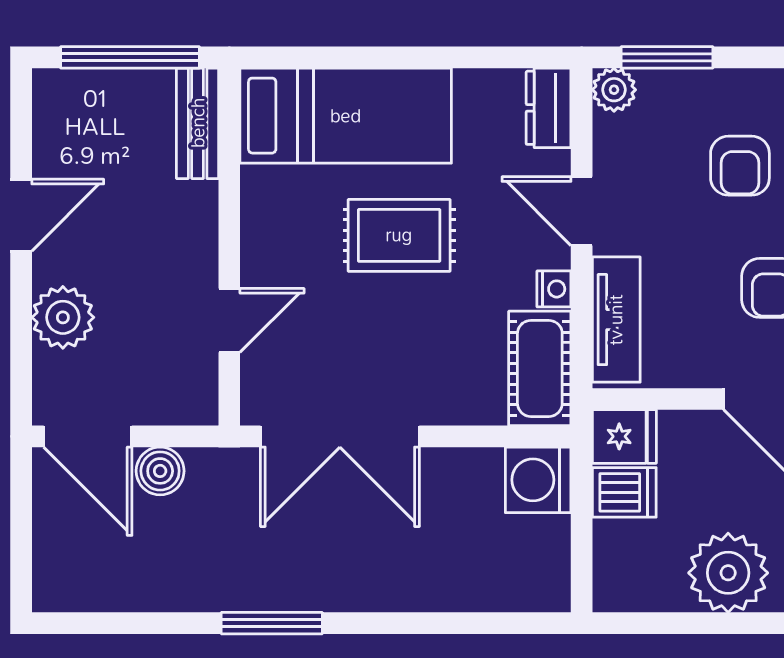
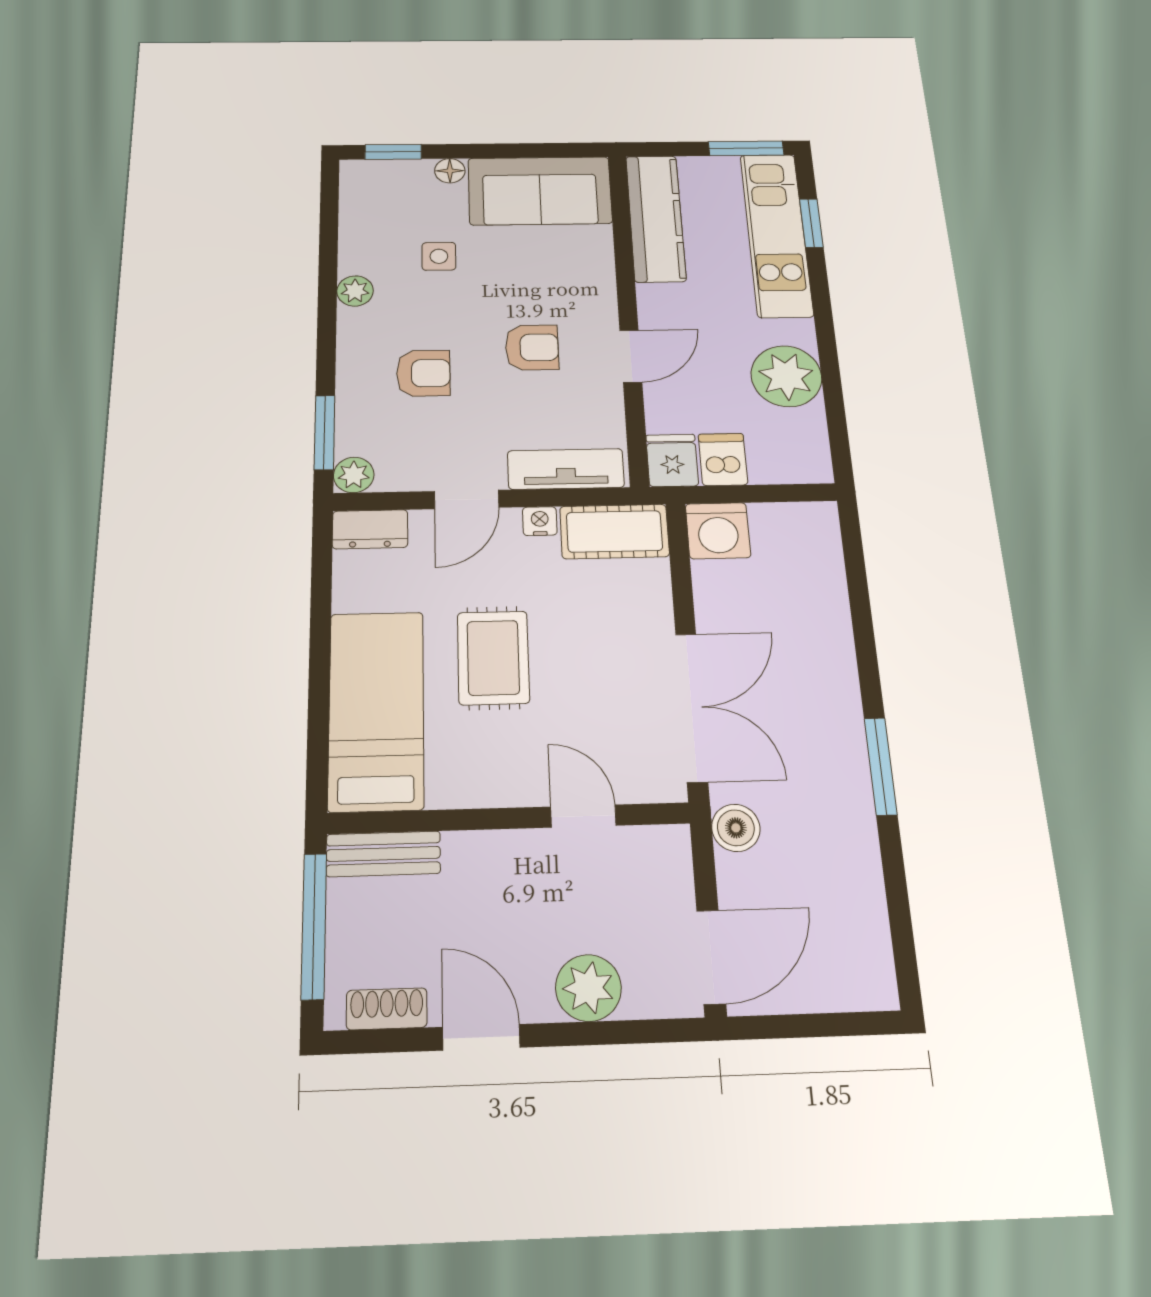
shoe rack: (50, 127) -> (387, 1009), added
boiler: (160, 471) -> (736, 828), moved

